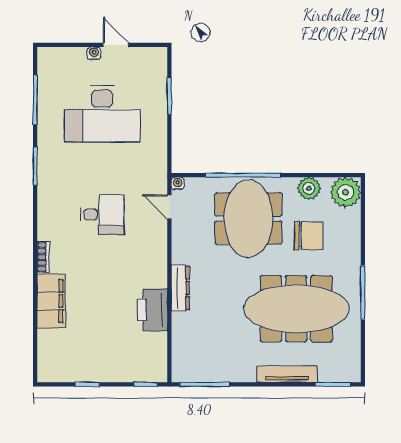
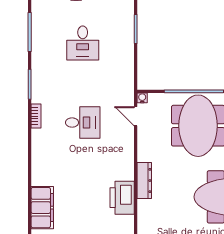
desk: (102, 114) -> (83, 43), width x0.53, depth x0.77
bookcase: (43, 257) -> (36, 116), moved
filing cabinet: (51, 301) -> (42, 208), moved

